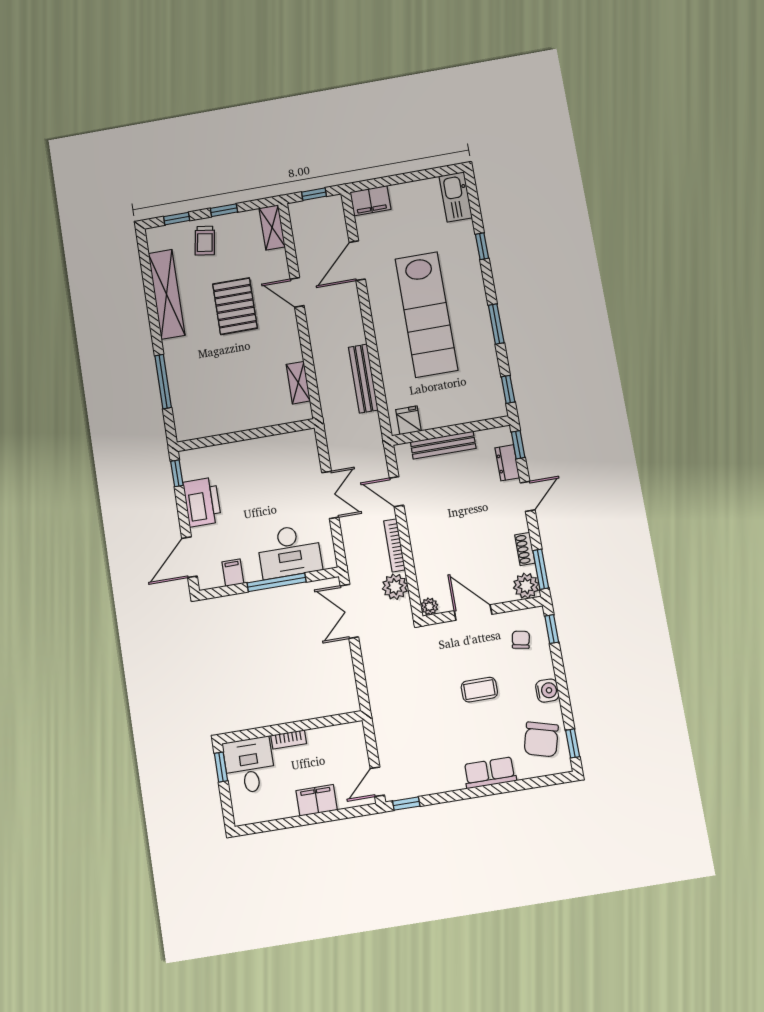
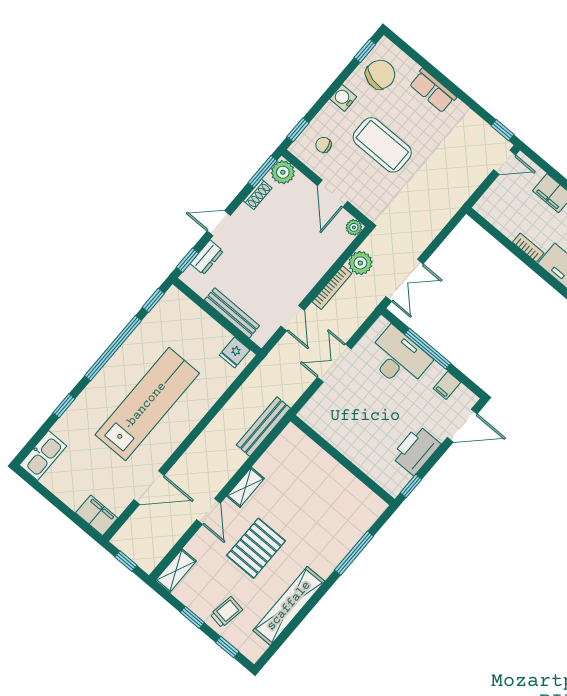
window: (496, 324) -> (113, 348), width x2.11
bench: (363, 379) -> (263, 427), moved
shelving: (298, 383) -> (246, 487), moved
chair: (521, 640) -> (324, 145), turned 67
coffee table: (479, 690) -> (382, 145), width x1.86, depth x1.72

